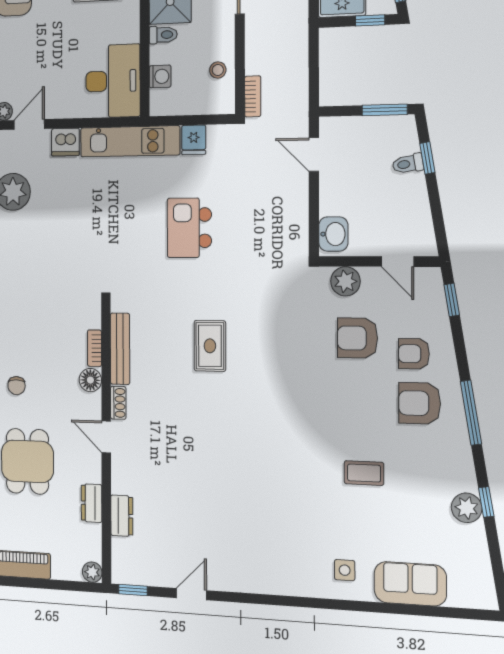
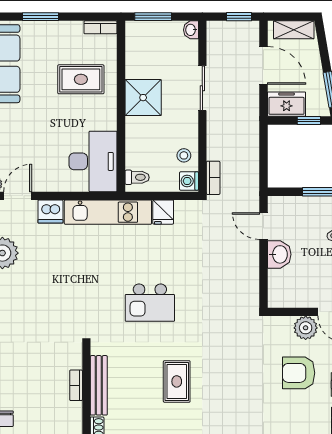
toilet: (163, 35) -> (137, 177), moved
washing machine: (160, 76) -> (189, 181), moved, turned 180
kitchen island: (189, 228) -> (150, 303), moved, turned -90
washbasin: (333, 234) -> (279, 254), moved
plant: (345, 281) -> (306, 328), moved
floor lamp: (90, 380) -> (72, 412), removed

